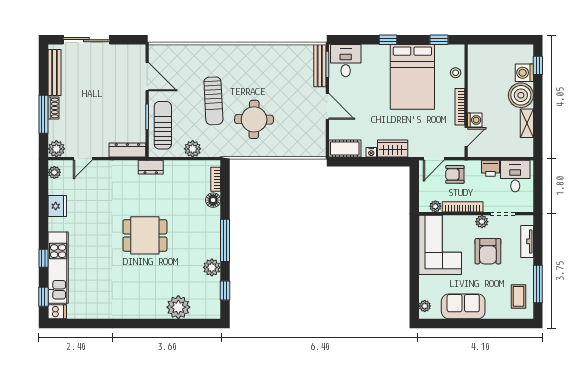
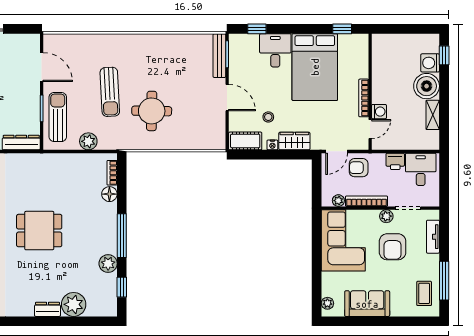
window: (388, 40) -> (257, 29), moved
desk: (346, 61) -> (275, 50), moved
stool: (456, 73) -> (268, 117), moved
dresser: (151, 167) -> (47, 309), moved, turned 180

